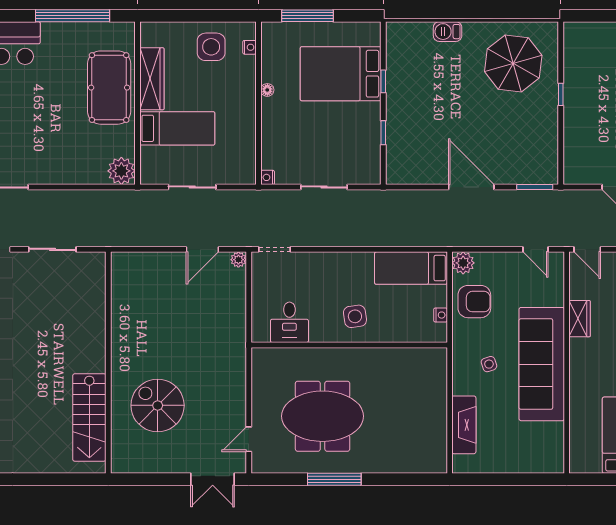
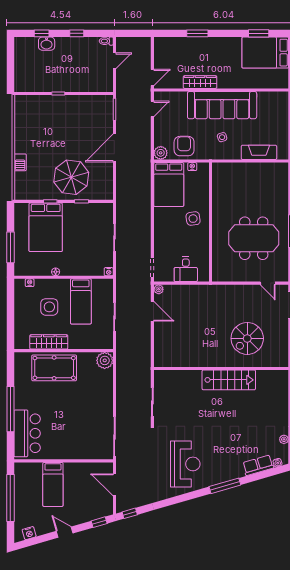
window: (72, 16) -> (10, 409), moved
side table: (211, 47) -> (49, 307), moved
parasol: (513, 63) -> (71, 177), moved
bed: (177, 128) -> (81, 301), moved, turned 180
bed: (411, 268) -> (169, 185), width x1.50
wardrobe: (580, 319) -> (200, 82), width x1.50
desk: (289, 322) -> (186, 269), moved, turned 90
meeting table: (323, 416) -> (254, 238), turned 90
stairs: (89, 417) -> (229, 380), moved

